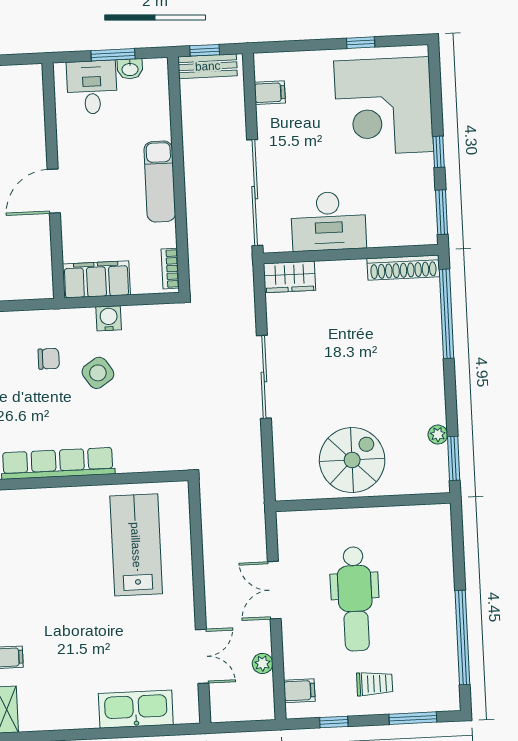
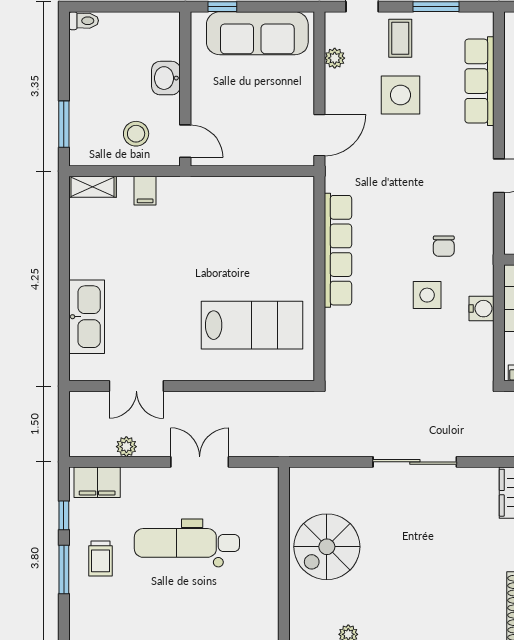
side table: (98, 373) -> (427, 295), turned 34
spiral stairs: (352, 460) -> (327, 547), turned 90
filing cabinet: (299, 691) -> (97, 482), width x2.00
window: (413, 718) -> (64, 570), moved

